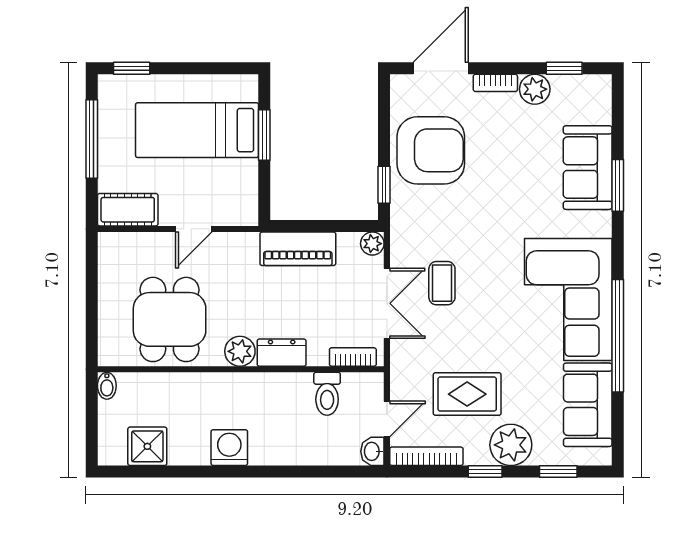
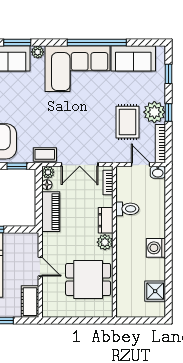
plant: (600, 224) -> (38, 52), added
floor lamp: (349, 241) -> (47, 185), added
coffee table: (442, 283) -> (45, 154), moved
double door: (387, 303) -> (80, 165), swing flipped
bidet: (107, 386) -> (123, 313), removed
toilet: (327, 394) -> (127, 209), moved
plant: (511, 445) -> (154, 112), moved

